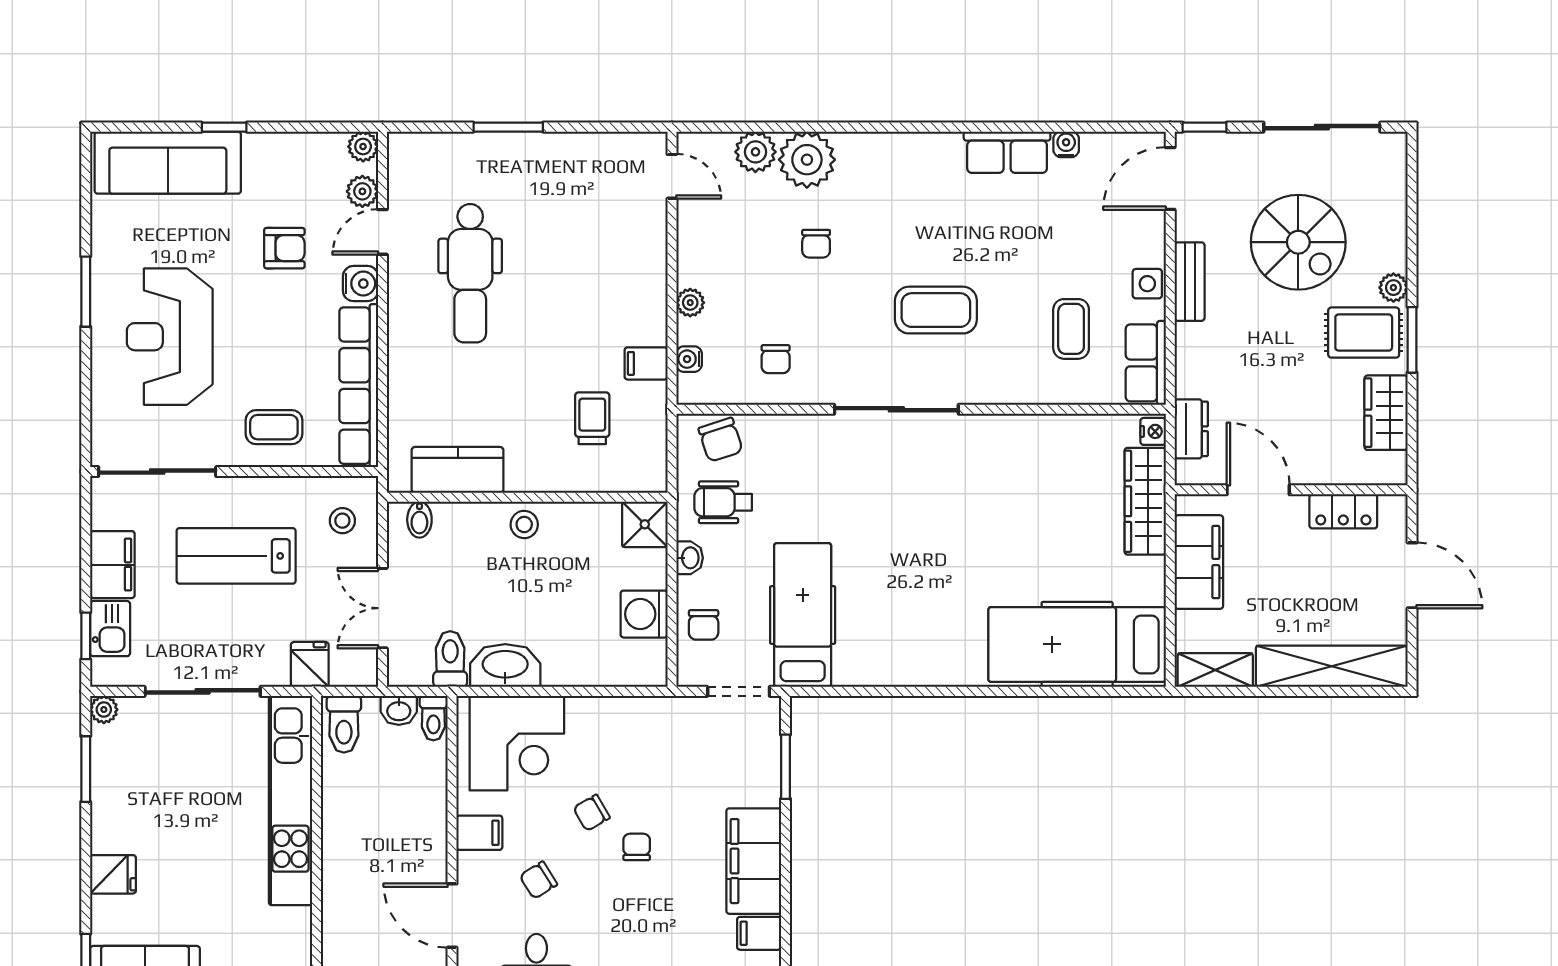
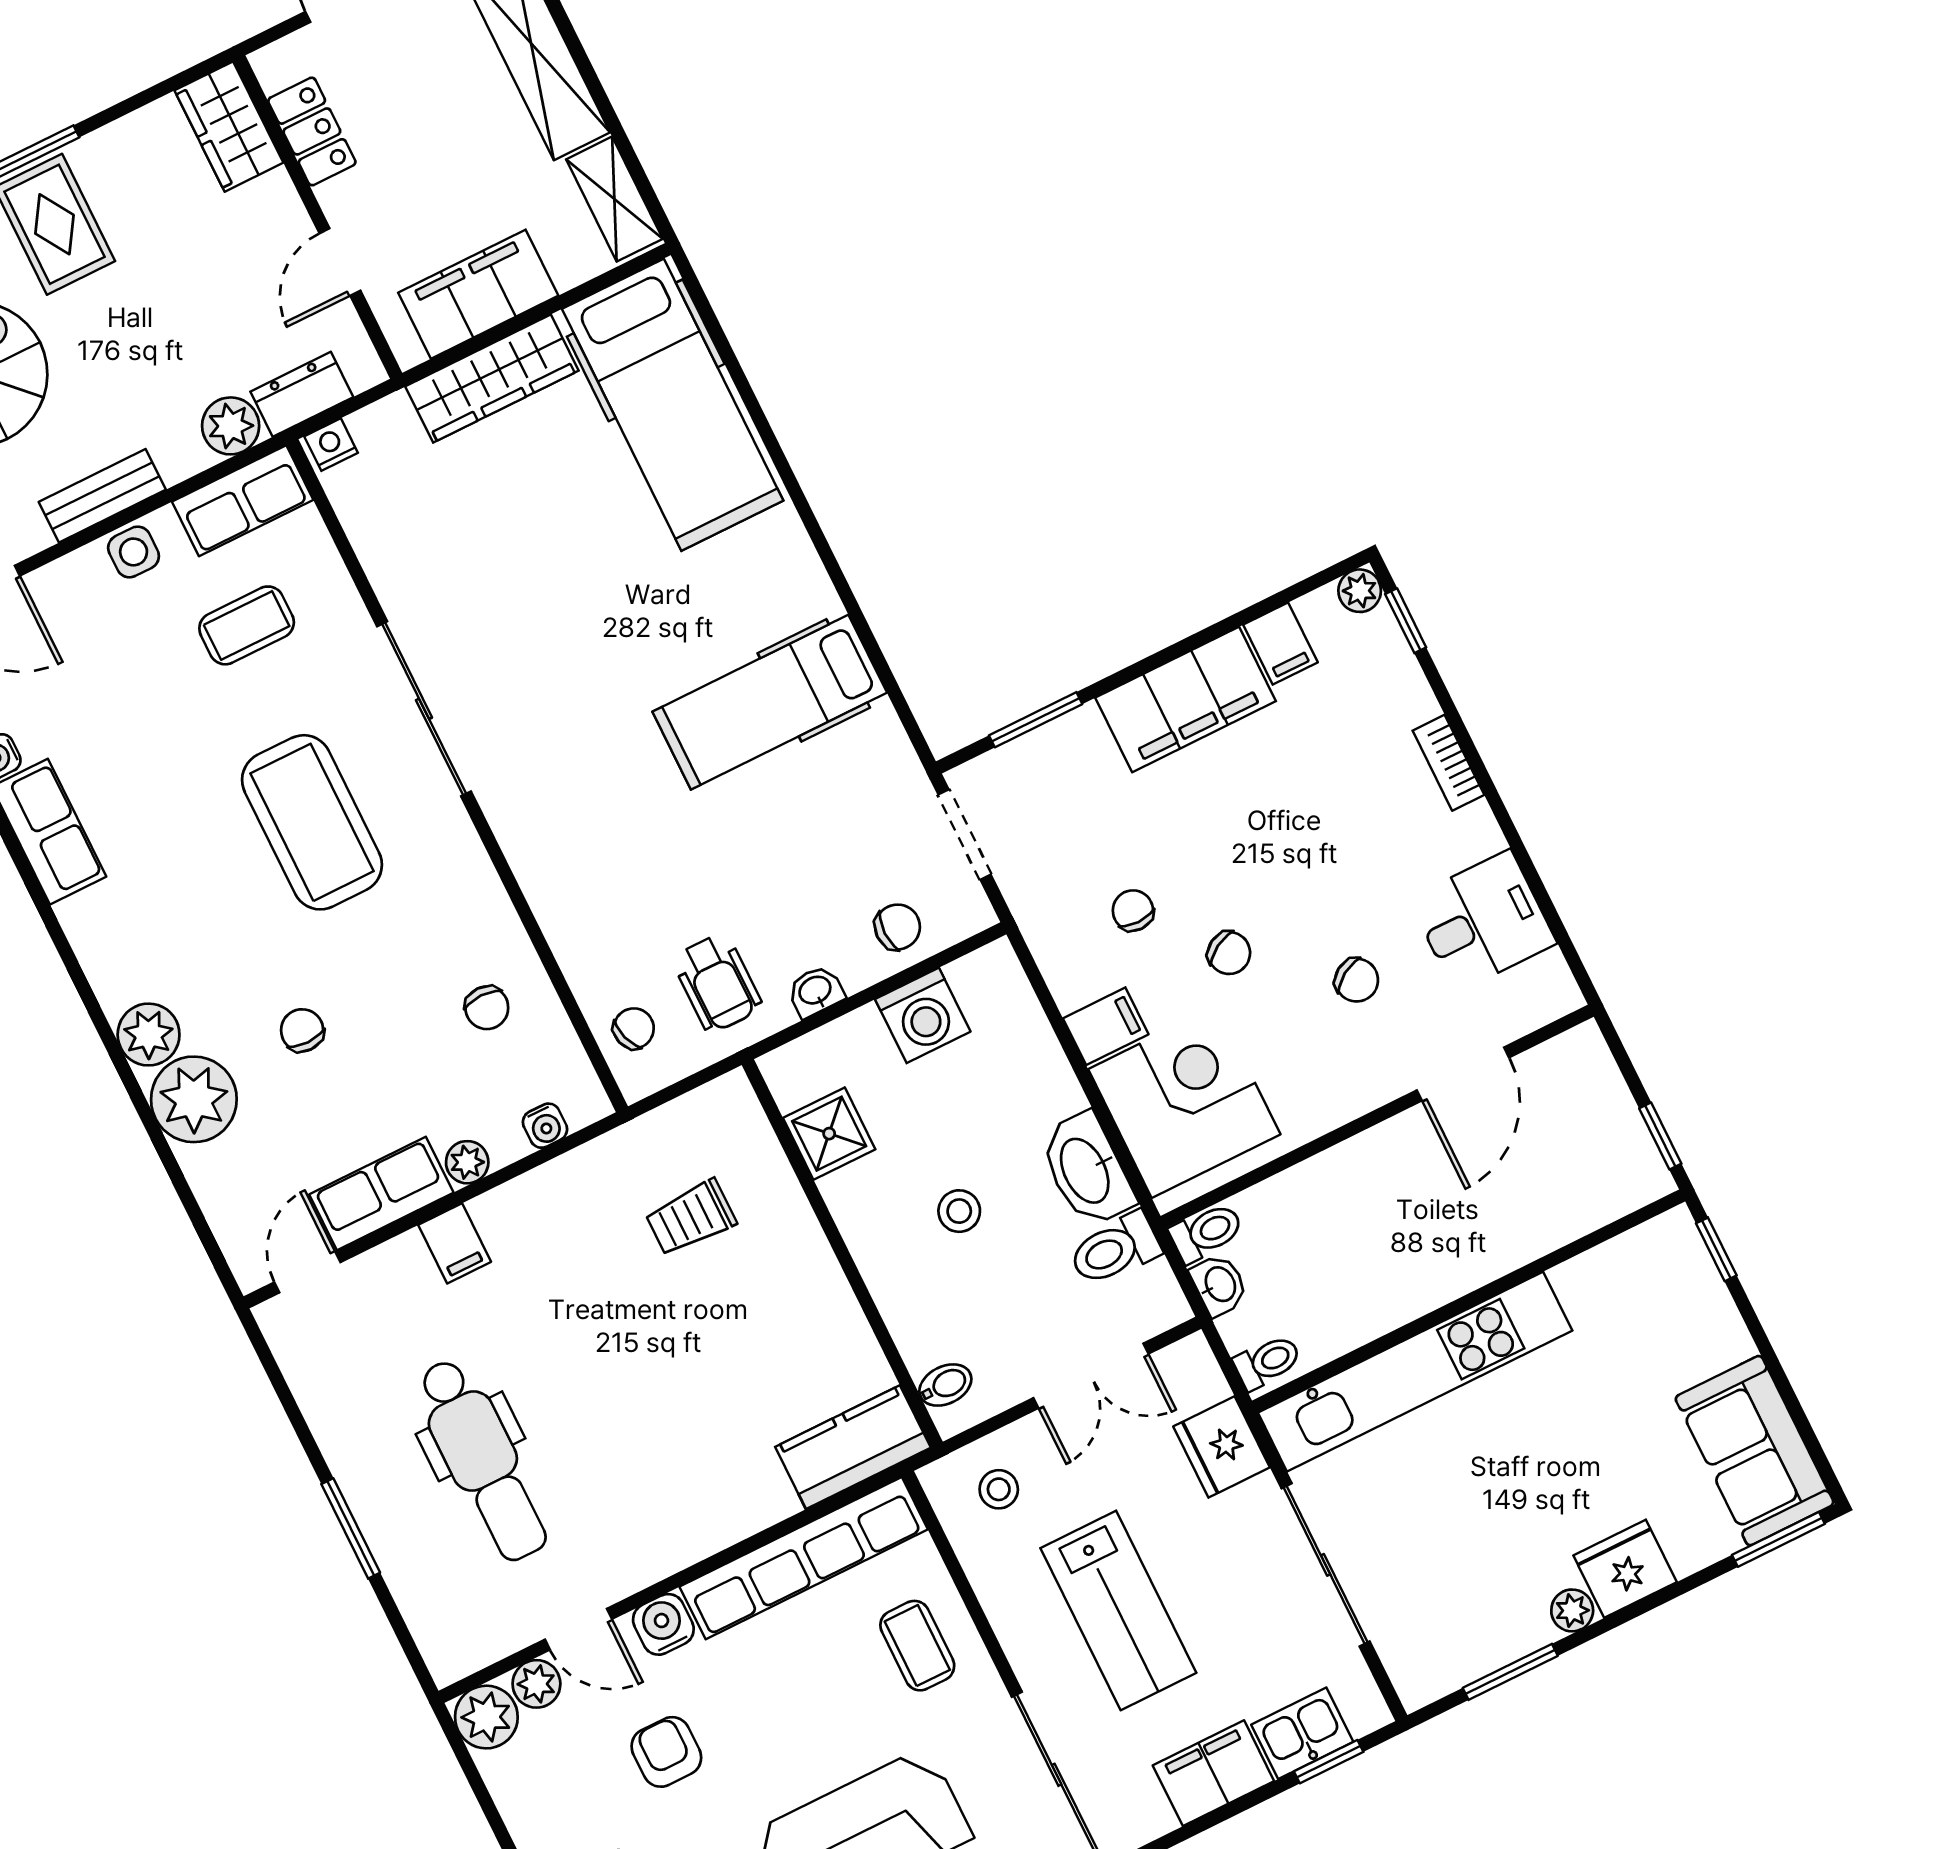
plant: (363, 147) -> (486, 1717), width x1.38, depth x1.38
plant: (755, 152) -> (149, 1035), moved
row of seats: (697, 243) -> (381, 1193), added
chair: (816, 244) -> (302, 1030), turned -90
dental chair: (470, 273) -> (482, 1460), moved, turned 90
coffee table: (936, 310) -> (312, 822), width x1.36, depth x1.32
chair: (776, 359) -> (487, 1008), turned 90
filing cabinet: (646, 363) -> (455, 1243), moved
plant: (1193, 378) -> (231, 426), added
sliding door: (896, 409) -> (424, 709), moved
wardrobe: (1386, 413) -> (229, 127), moved, turned 90
chair: (721, 440) -> (634, 1028), width x0.73, depth x0.73
kitchen counter: (458, 470) -> (853, 1447), moved, turned 90
door: (1258, 490) -> (340, 262), width x0.73
wardrobe: (1145, 501) -> (492, 379), moved
stool: (524, 524) -> (959, 1211), moved
shower: (645, 524) -> (829, 1134), moved
hospital bed: (803, 615) -> (770, 702), moved
fridge: (310, 664) -> (1222, 1447), width x1.38
plant: (104, 710) -> (1572, 1610), moved
toilet: (344, 724) -> (1267, 1362), width x0.73, depth x0.72
filing cabinet: (479, 833) -> (1106, 1026), moved, turned 90
chair: (637, 847) -> (1133, 911), moved, turned 90
fridge: (113, 874) -> (1625, 1569), width x1.38

